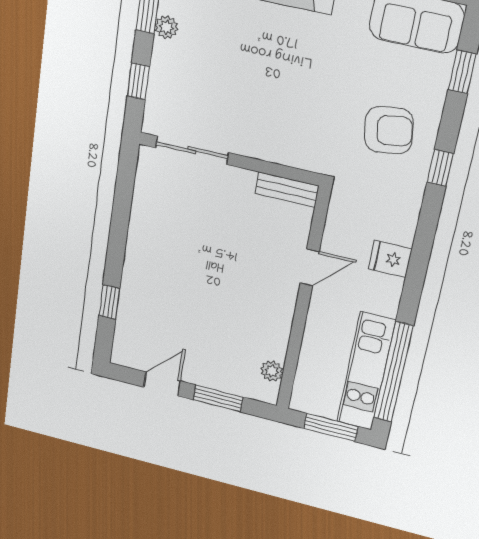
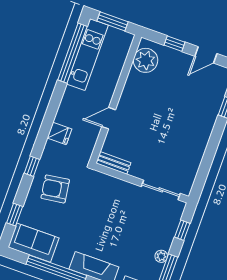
fridge: (390, 259) -> (59, 134), moved
plant: (272, 371) -> (146, 60), width x1.87, depth x1.87
window: (218, 398) -> (174, 44), width x0.67

